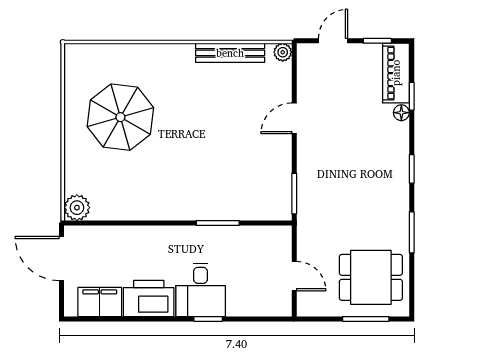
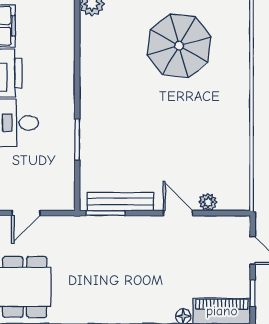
plant: (283, 52) -> (208, 202), moved
bench: (230, 53) -> (120, 201), moved, turned 90

